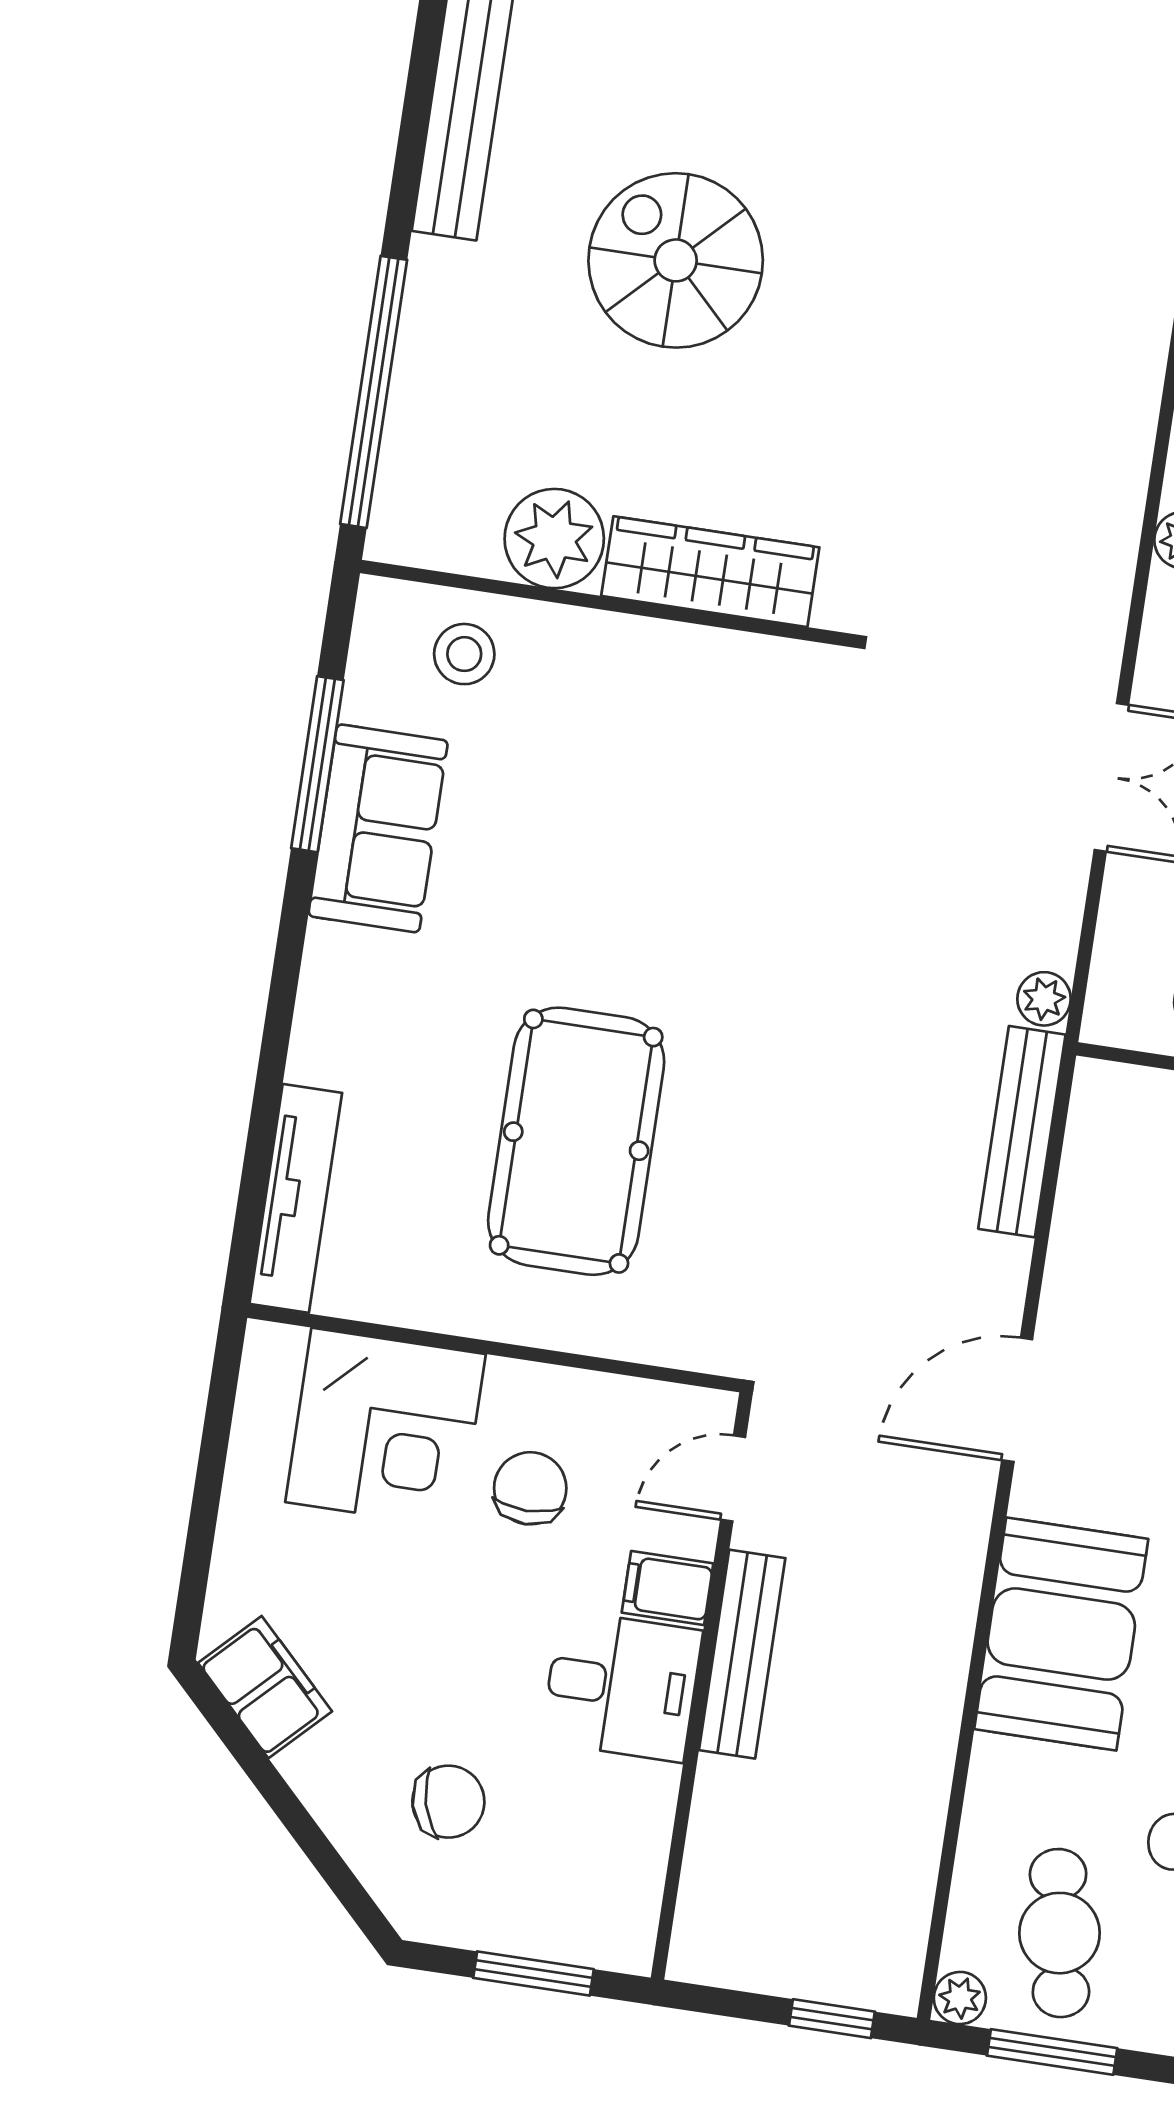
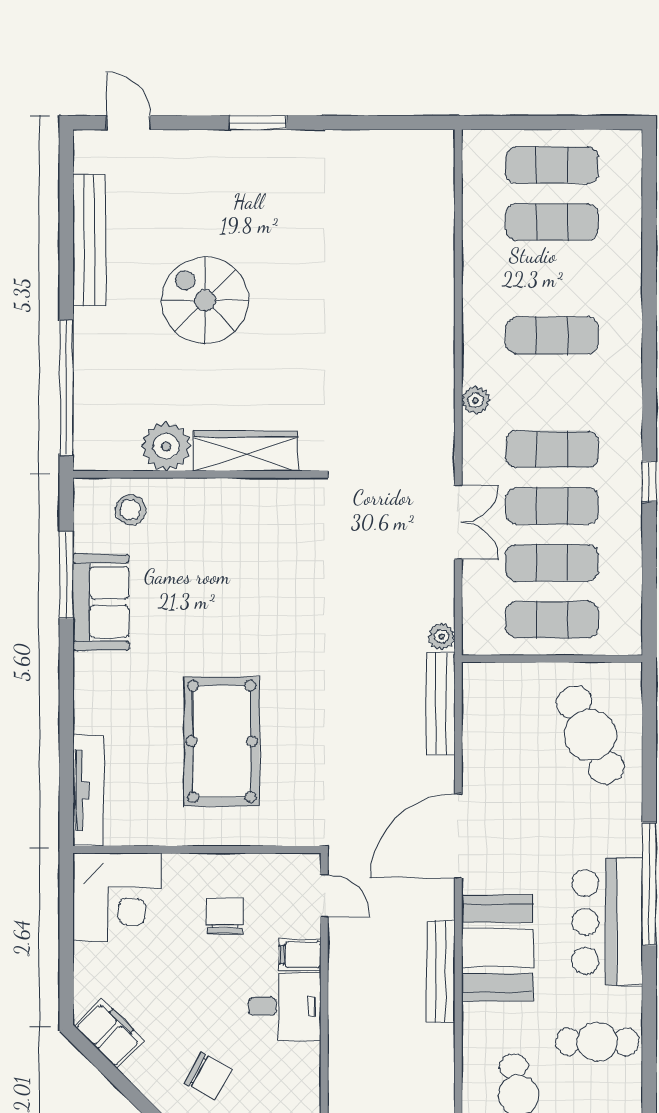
door: (1017, 1400) -> (458, 836), width x1.36
corner desk: (385, 1428) -> (117, 897), moved
door: (733, 1478) -> (324, 896), swing flipped
bench: (742, 1654) -> (441, 971), moved
chair: (448, 1802) -> (208, 1076), turned 44

